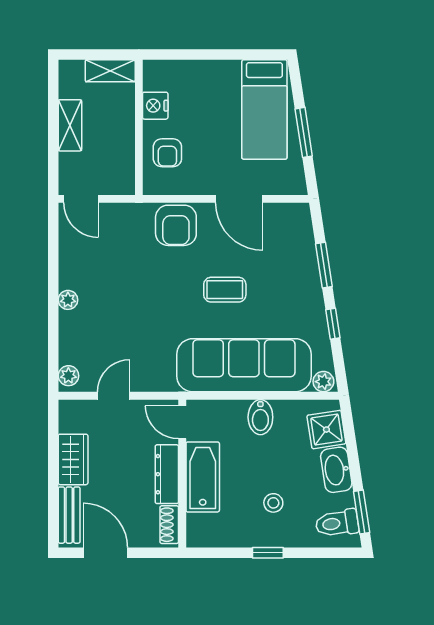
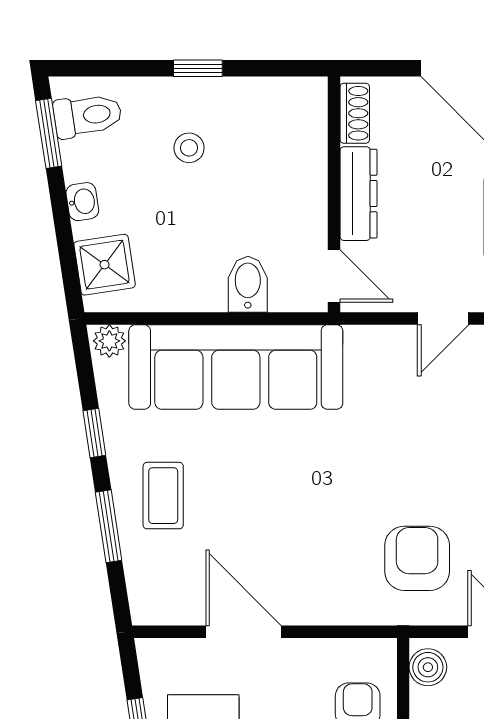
boiler: (123, 177) -> (428, 667), added
armchair: (176, 225) -> (417, 558), moved
coffee table: (225, 290) -> (163, 496), moved, turned 90
bidet: (260, 417) -> (248, 284), moved
washbasin: (336, 470) -> (82, 202), width x0.52, depth x0.69
bathtub: (203, 477) -> (302, 189), removed

